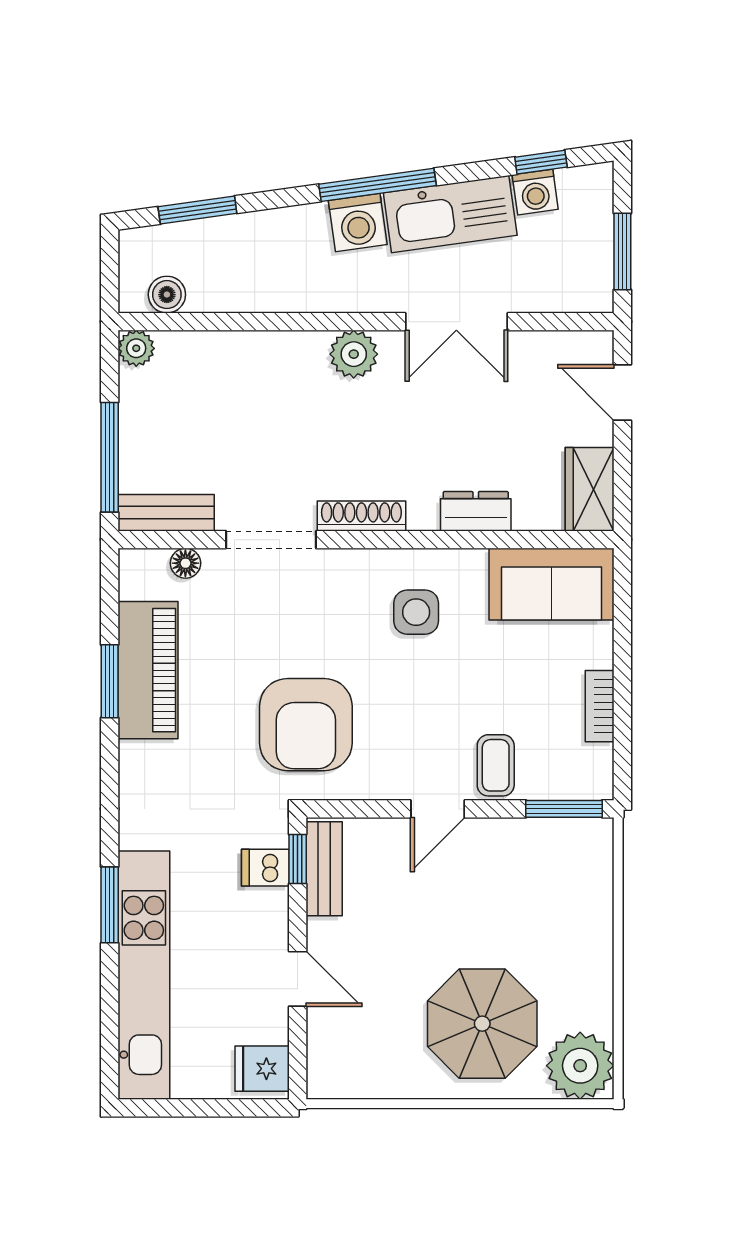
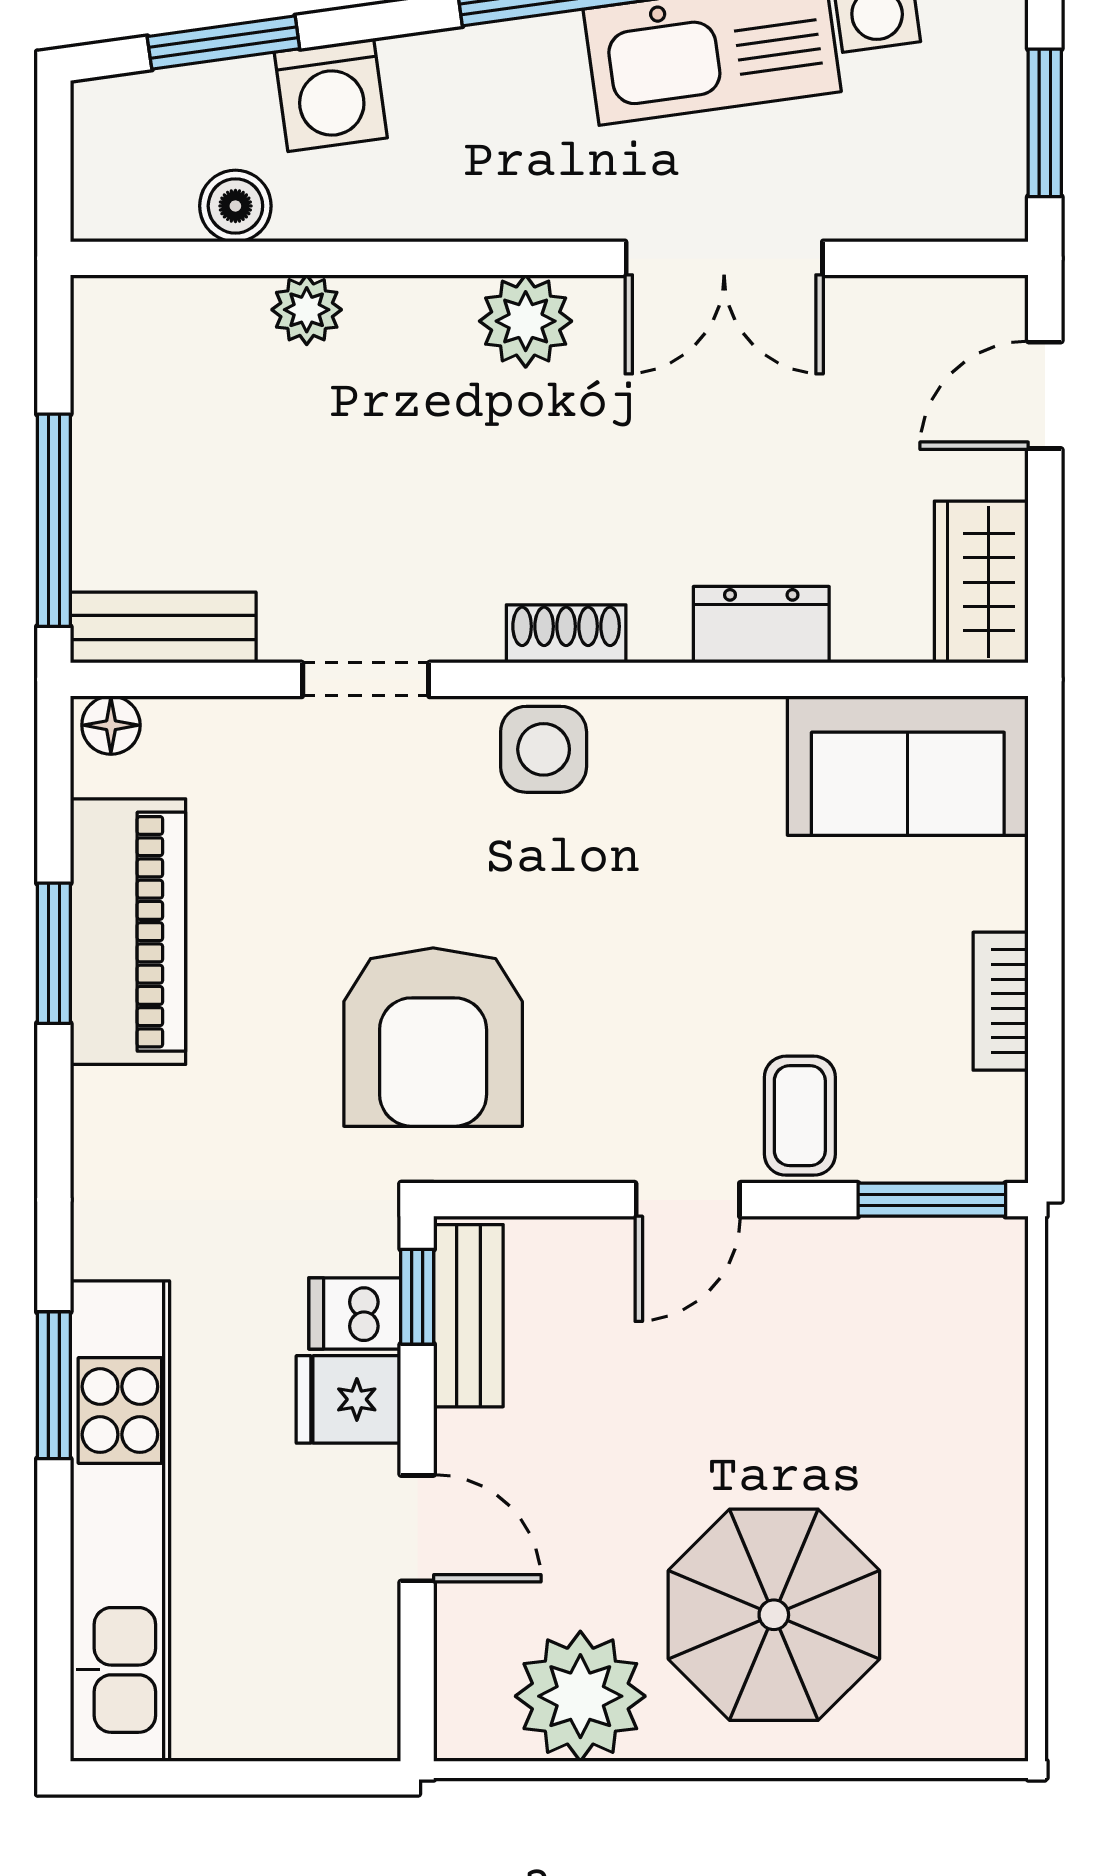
washing machine: (358, 223) -> (331, 95), moved
boiler: (167, 295) -> (235, 206), moved
plant: (136, 348) -> (307, 310), moved
door: (622, 393) -> (1045, 395), hinge flipped
shoe rack: (361, 516) -> (566, 634), width x0.70
doorway: (271, 540) -> (366, 679), width x0.73
floor lamp: (185, 563) -> (111, 725), moved
side table: (416, 612) -> (544, 749), moved
plant: (580, 1066) -> (580, 1696), moved
fridge: (262, 1069) -> (348, 1399), moved

